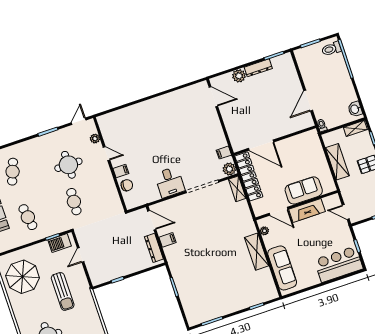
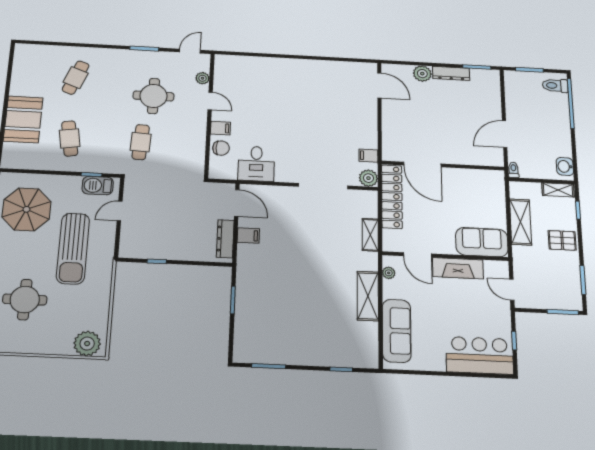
desk: (170, 182) -> (256, 164), moved
shelving: (237, 189) -> (370, 235), moved
sofa: (304, 190) -> (482, 242), moved
sun lounger: (63, 291) -> (73, 248), width x1.36, depth x1.34

